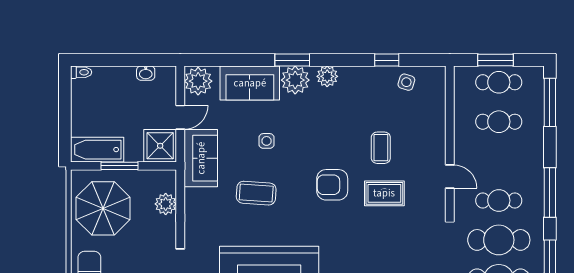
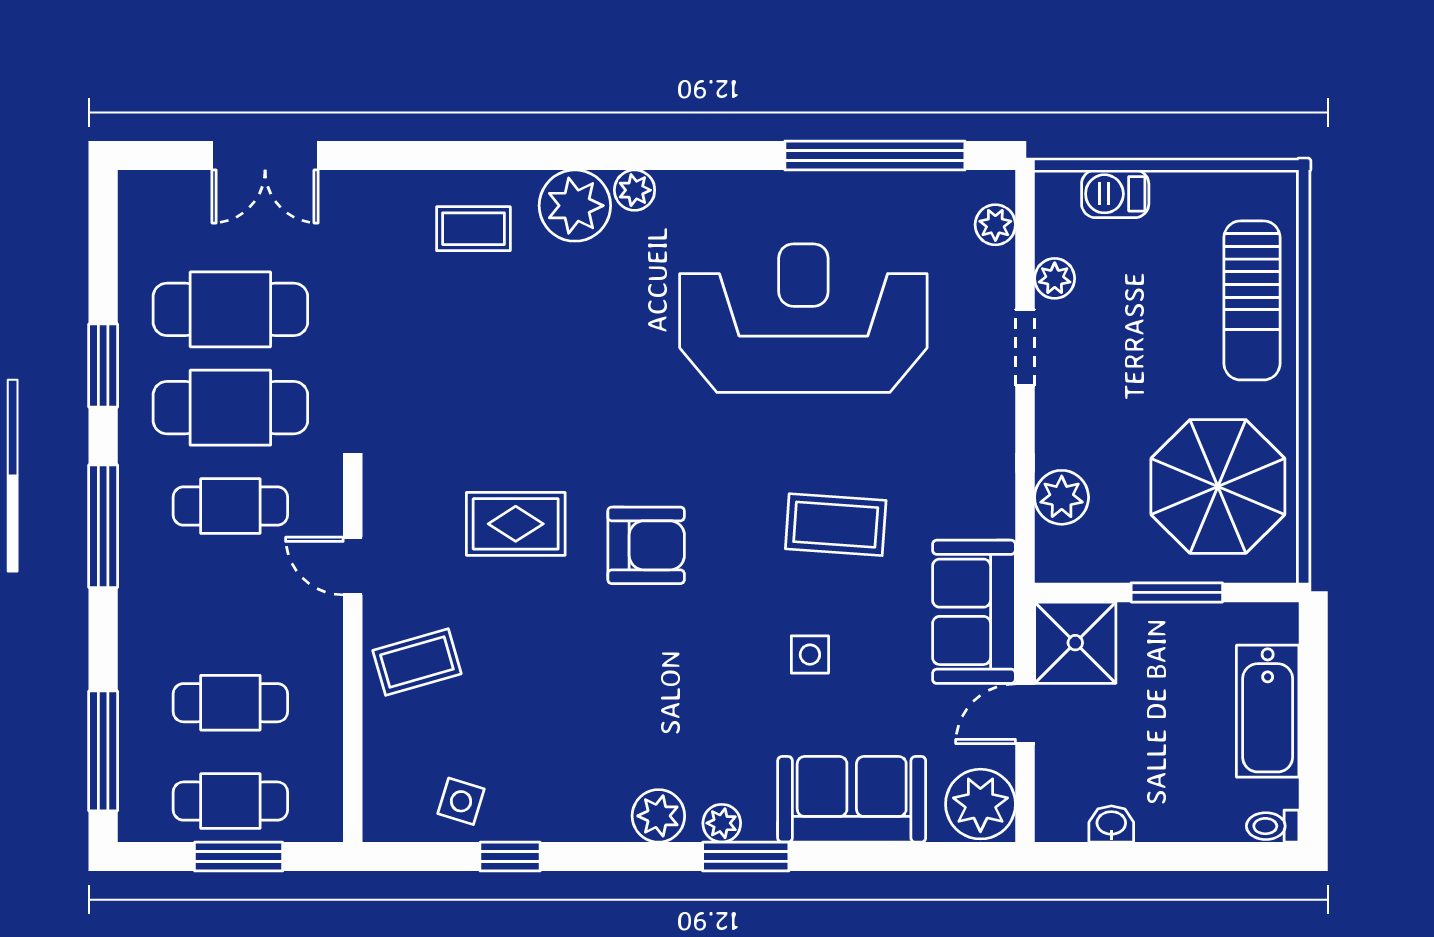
plant: (295, 80) -> (722, 823), width x0.53, depth x0.53
coffee table: (381, 148) -> (417, 662), moved, turned 74
bathtub: (97, 150) -> (1268, 711), moved, turned 90

